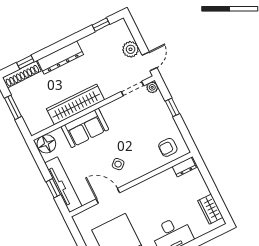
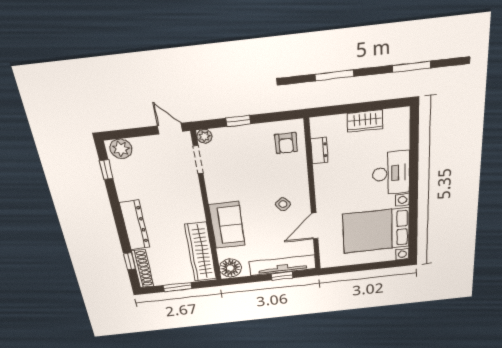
plant: (131, 49) -> (121, 149), moved
wardrobe: (76, 104) -> (201, 252), moved
dresser: (184, 167) -> (319, 150), moved
wardrobe: (210, 209) -> (365, 121), moved

